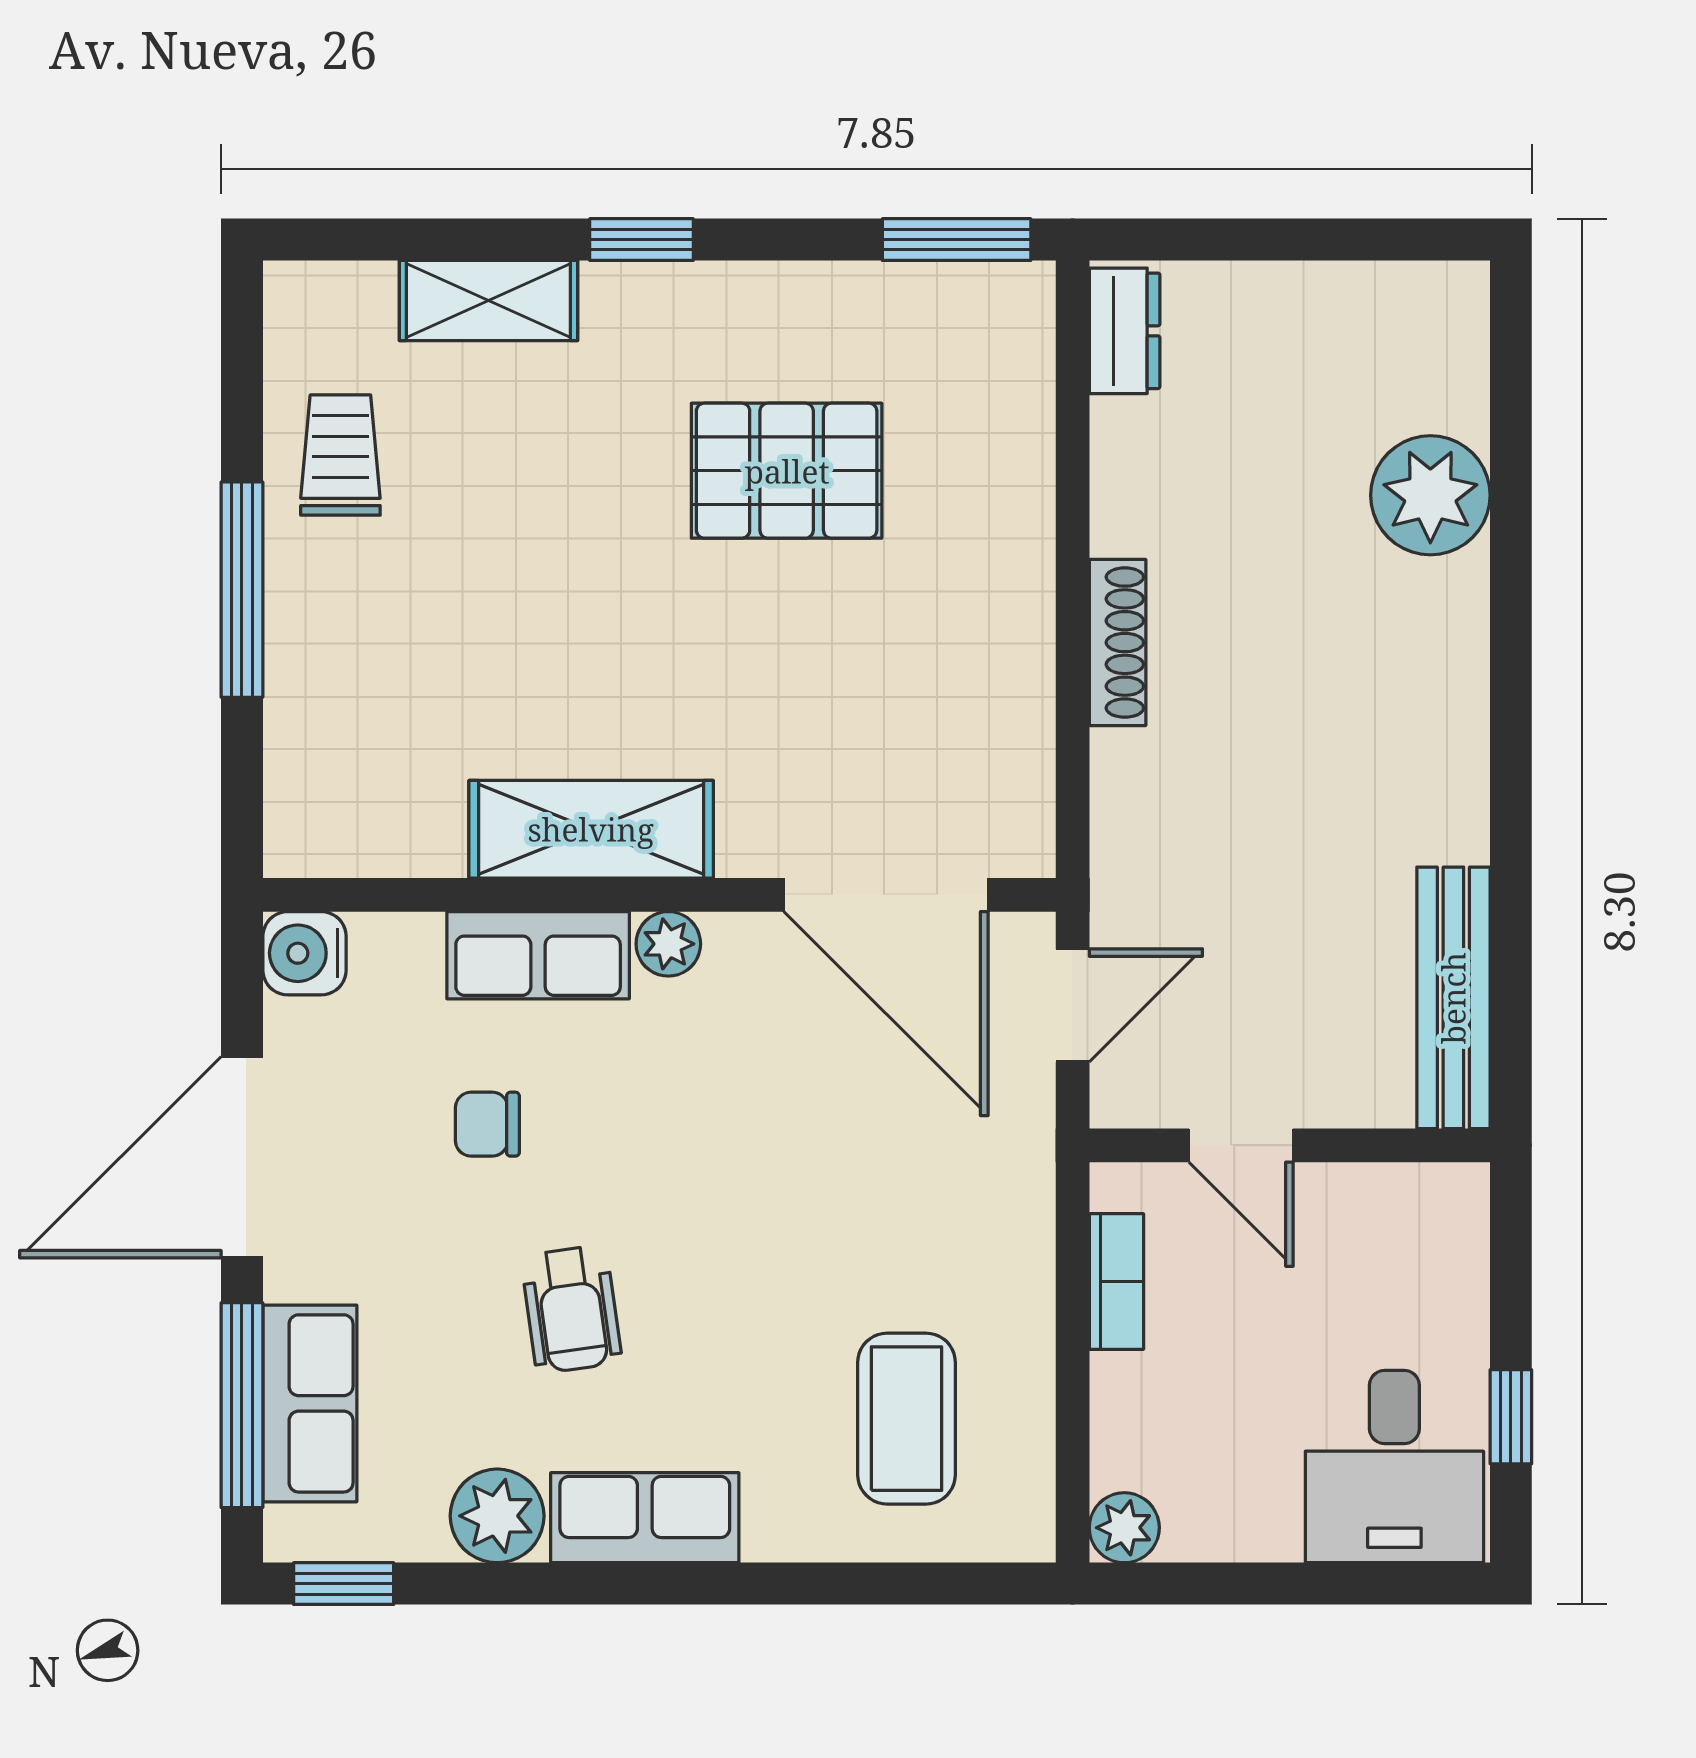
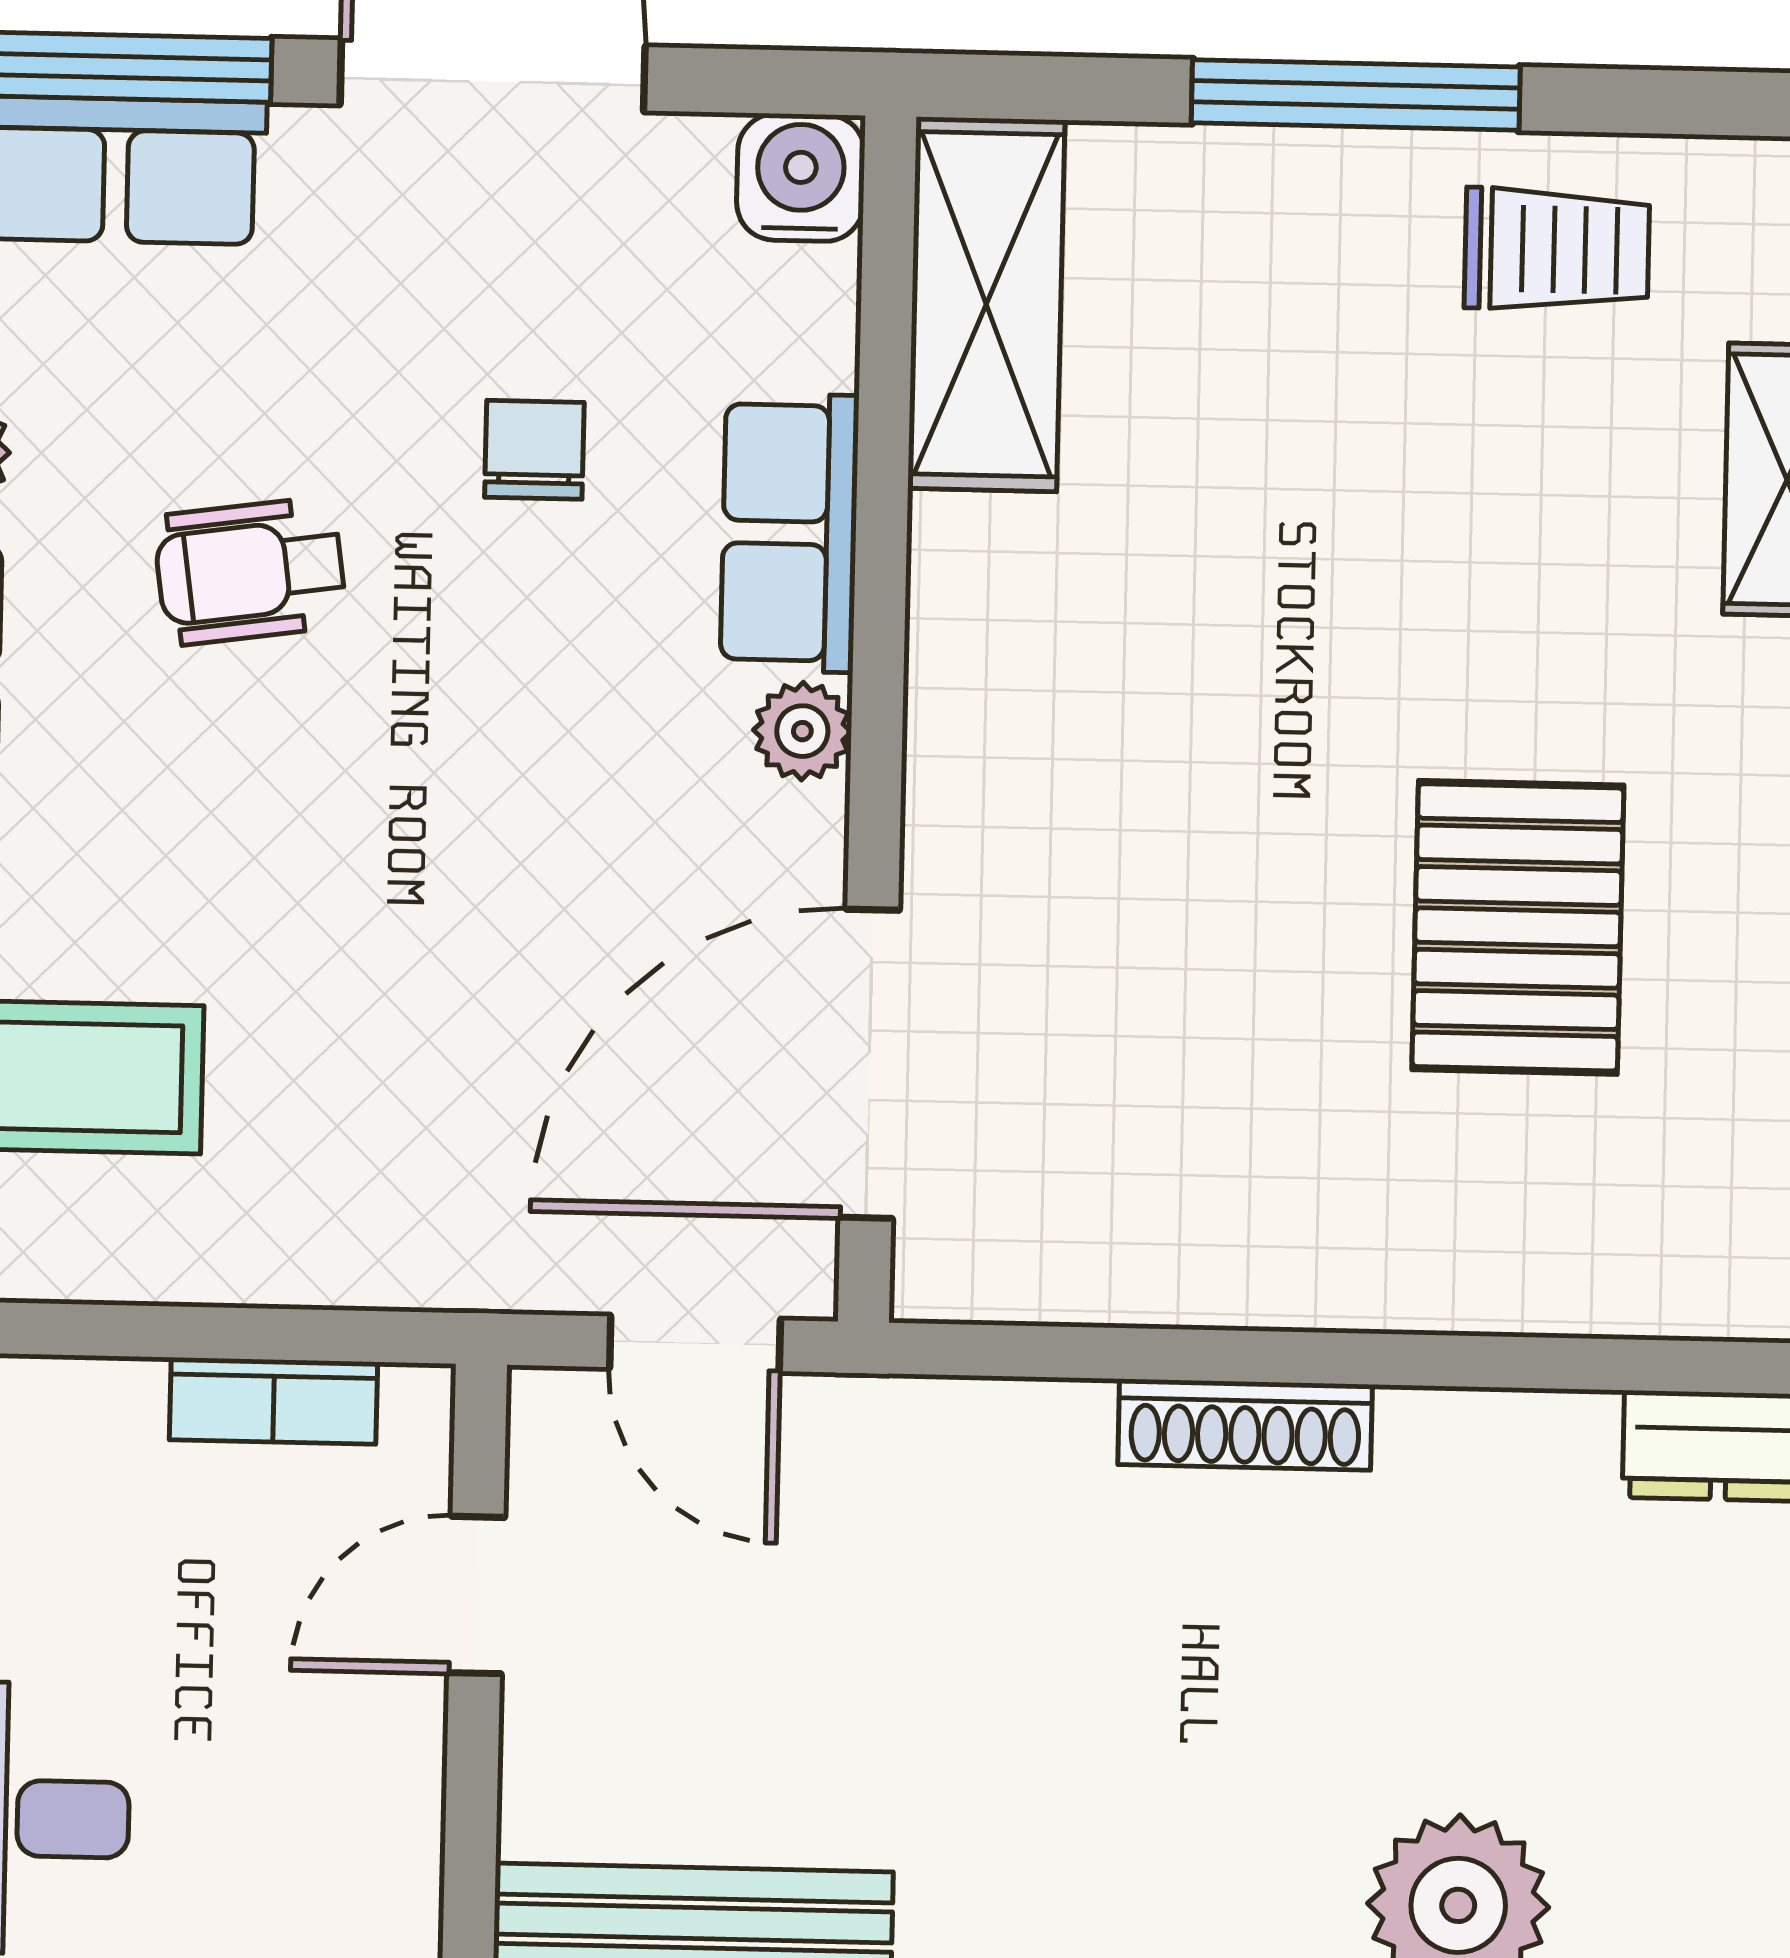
shelving: (591, 829) -> (986, 304), moved

